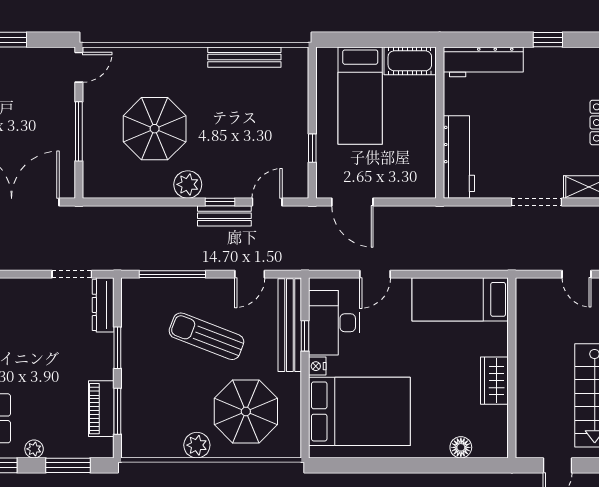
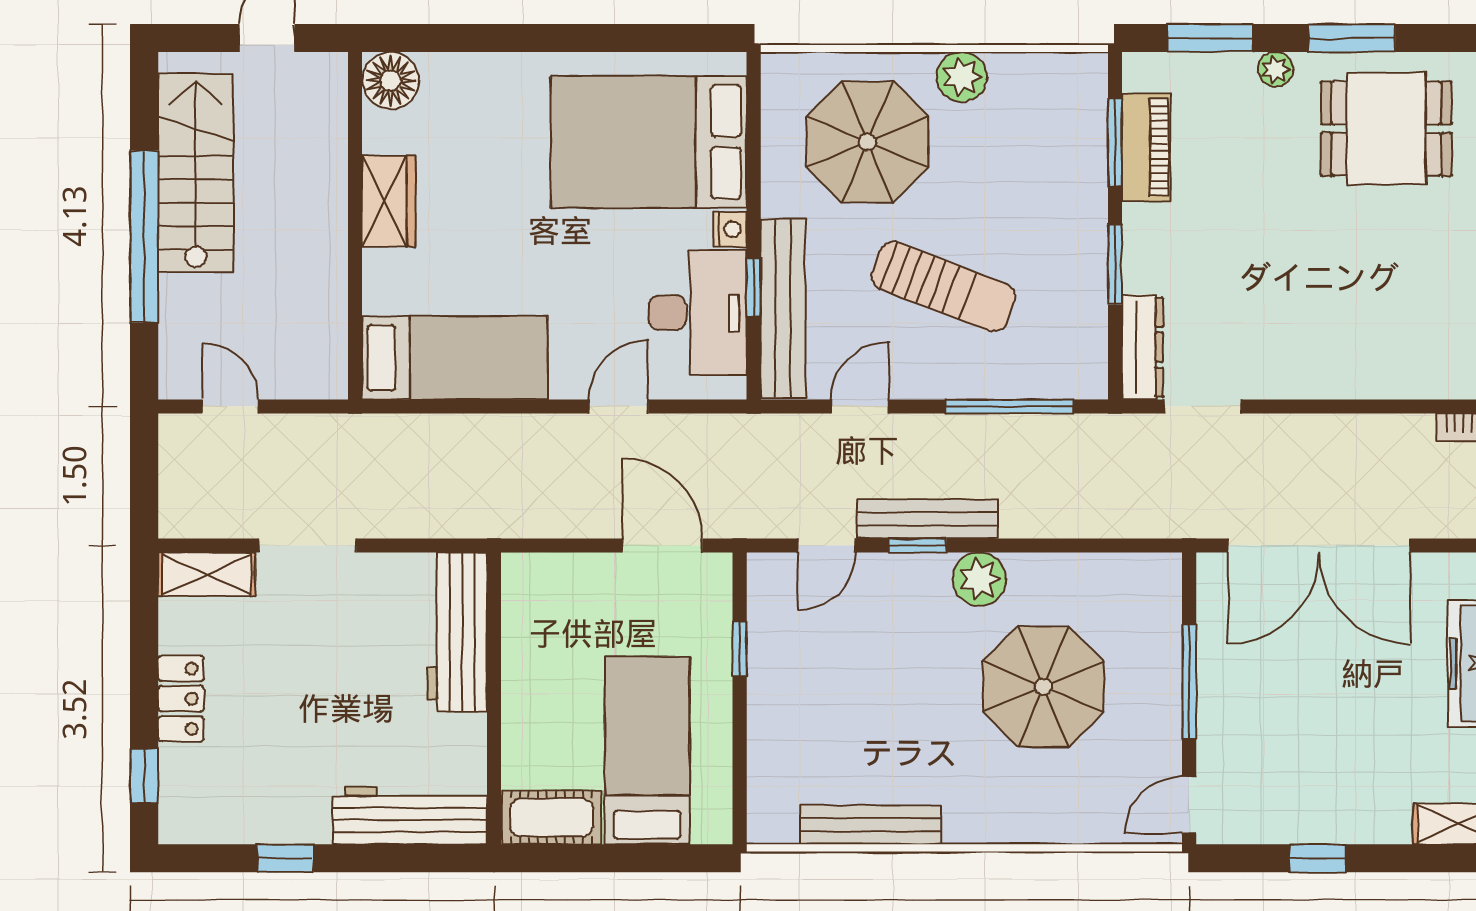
bench: (224, 216) -> (927, 519), width x1.36
floor lamp: (461, 447) -> (390, 81), moved, width x1.38, depth x1.38

